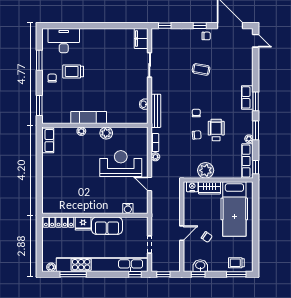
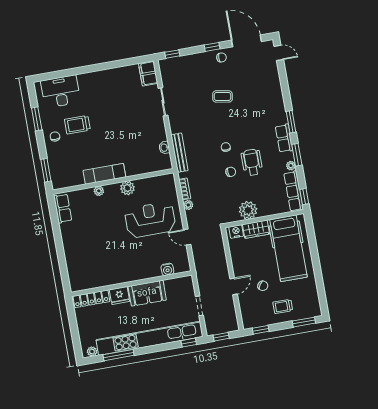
row of seats: (247, 97) -> (284, 138), moved
trolley: (236, 263) -> (283, 306), moved
washbasin: (200, 266) -> (261, 320), removed

